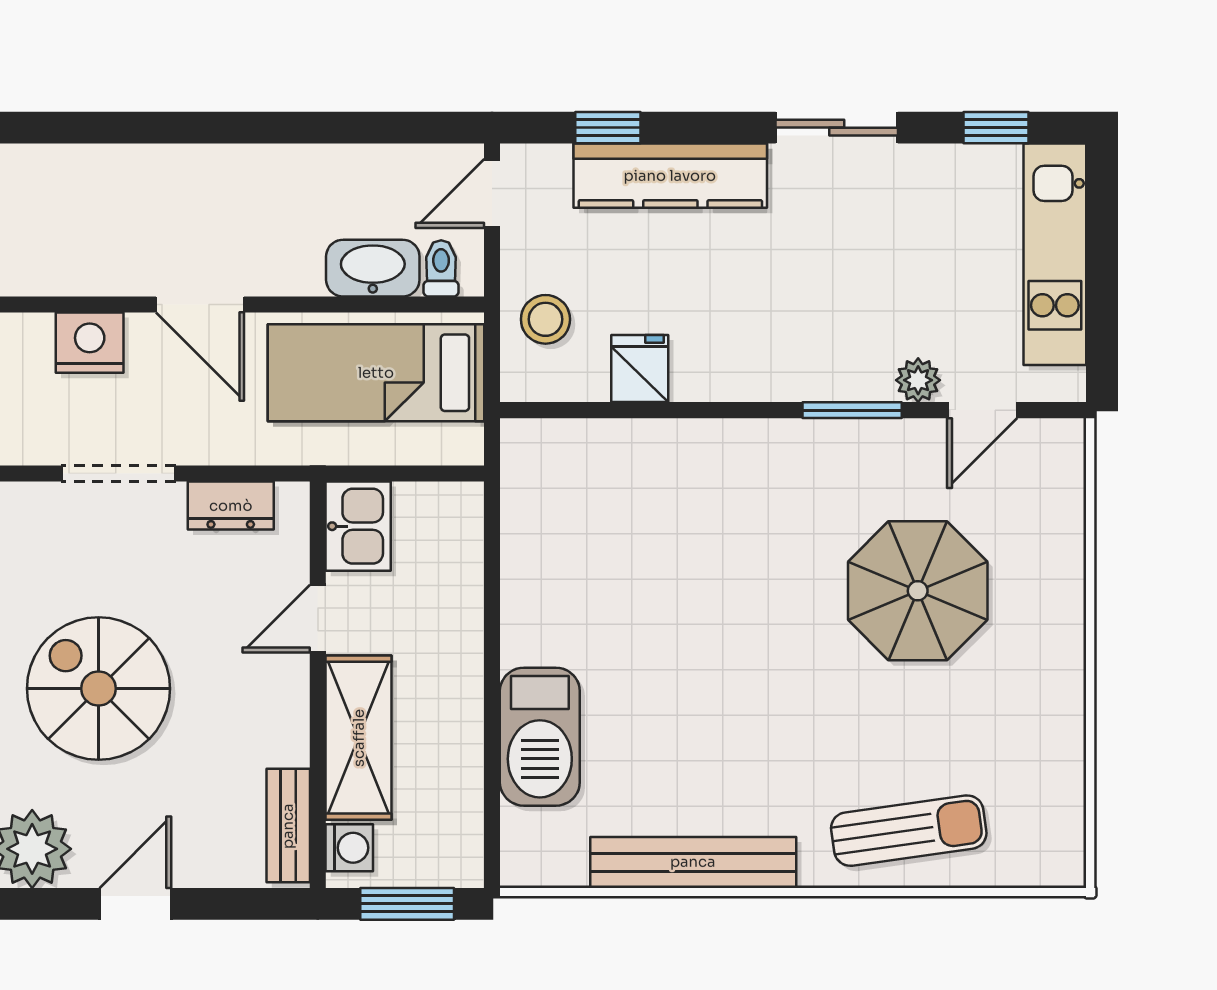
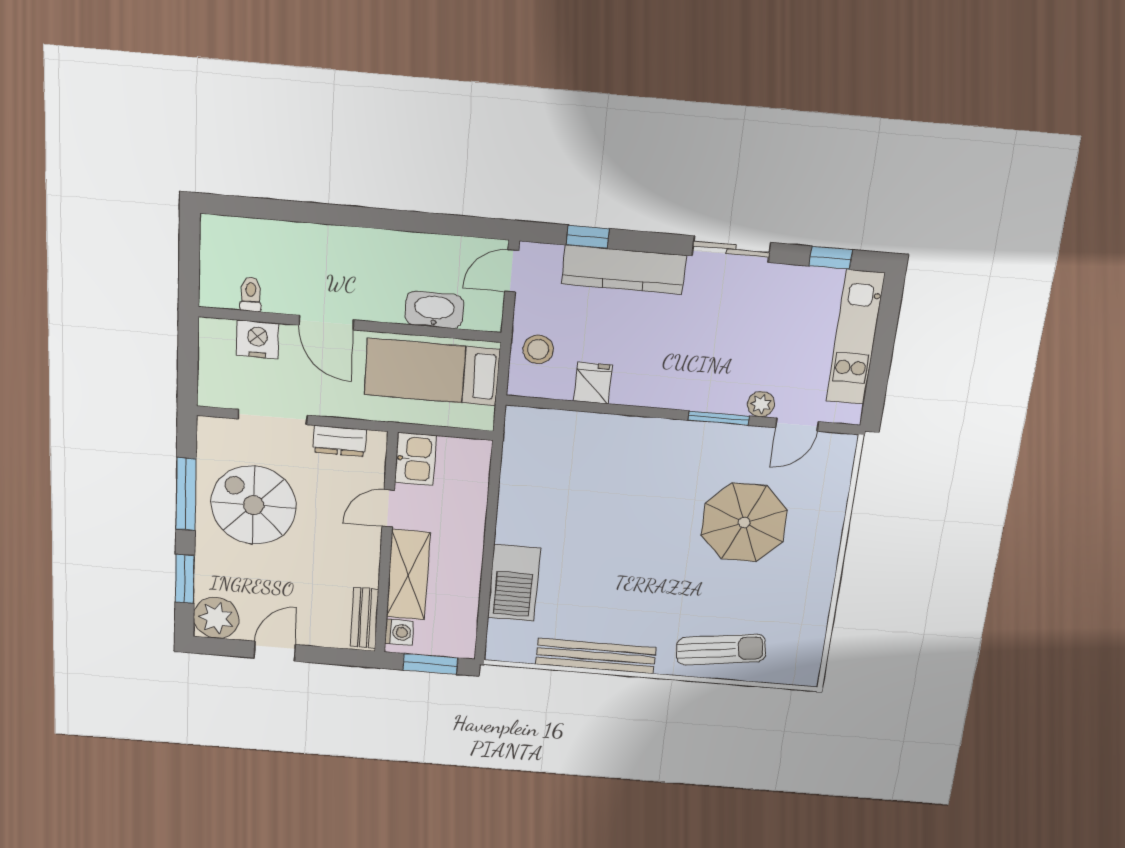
toilet: (441, 268) -> (251, 294), moved
spiral stairs: (99, 689) -> (254, 505), moved

